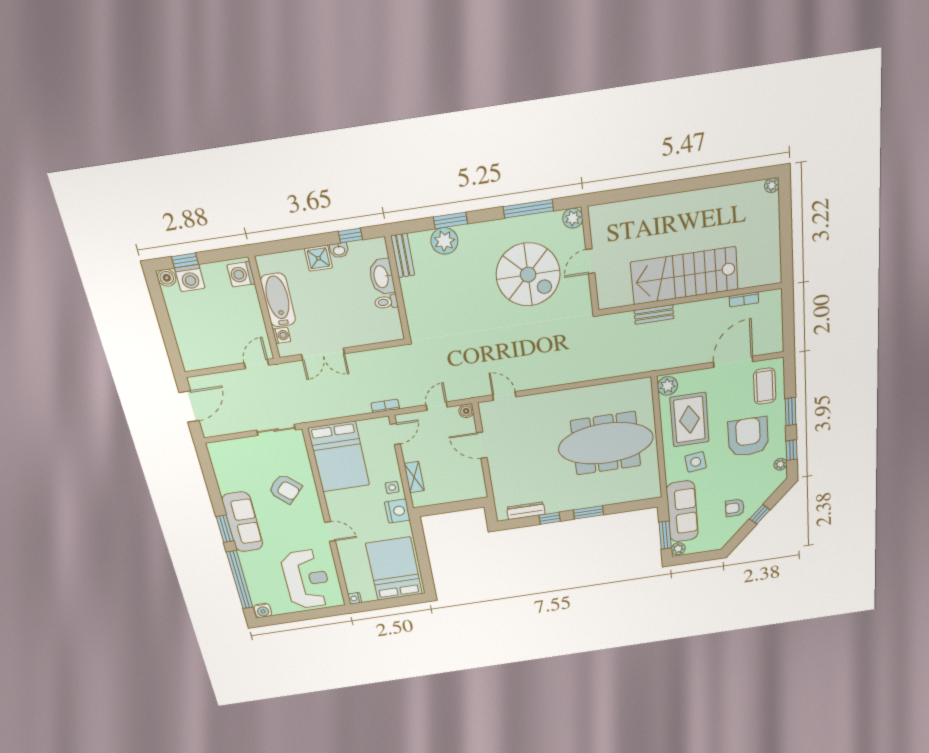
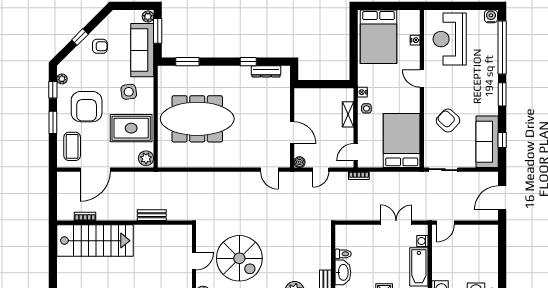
spiral stairs: (528, 275) -> (239, 258), turned 180
stairs: (684, 276) -> (95, 241), moved
rug: (689, 420) -> (131, 128), turned 90
window: (210, 477) -> (502, 140), added
nightstand: (397, 511) -> (362, 92), width x0.53, depth x0.56
window: (588, 512) -> (187, 62), moved
sofa: (242, 522) -> (487, 142), moved
nightstand: (355, 598) -> (415, 40), moved

